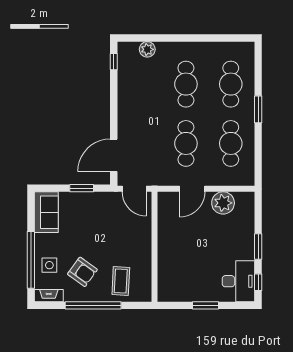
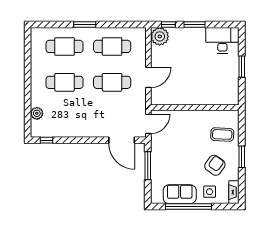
window: (82, 188) -> (148, 166), width x1.44
door: (192, 189) -> (148, 77), hinge flipped
plant: (223, 203) -> (160, 36), moved
sofa: (46, 212) -> (180, 194), moved
window: (31, 260) -> (188, 207), moved
window: (258, 282) -> (168, 25), moved
window: (93, 305) -> (242, 157), width x0.47

